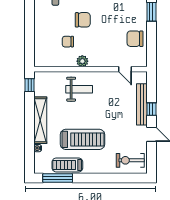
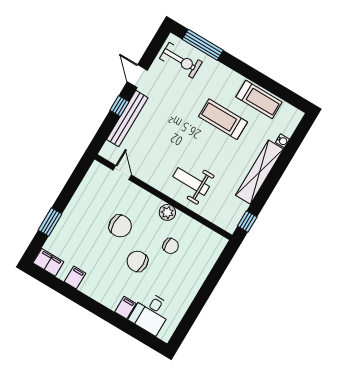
chair: (135, 39) -> (120, 226), moved
treadmill: (83, 139) -> (223, 119), width x0.73, depth x0.73
window: (58, 178) -> (203, 45), moved

